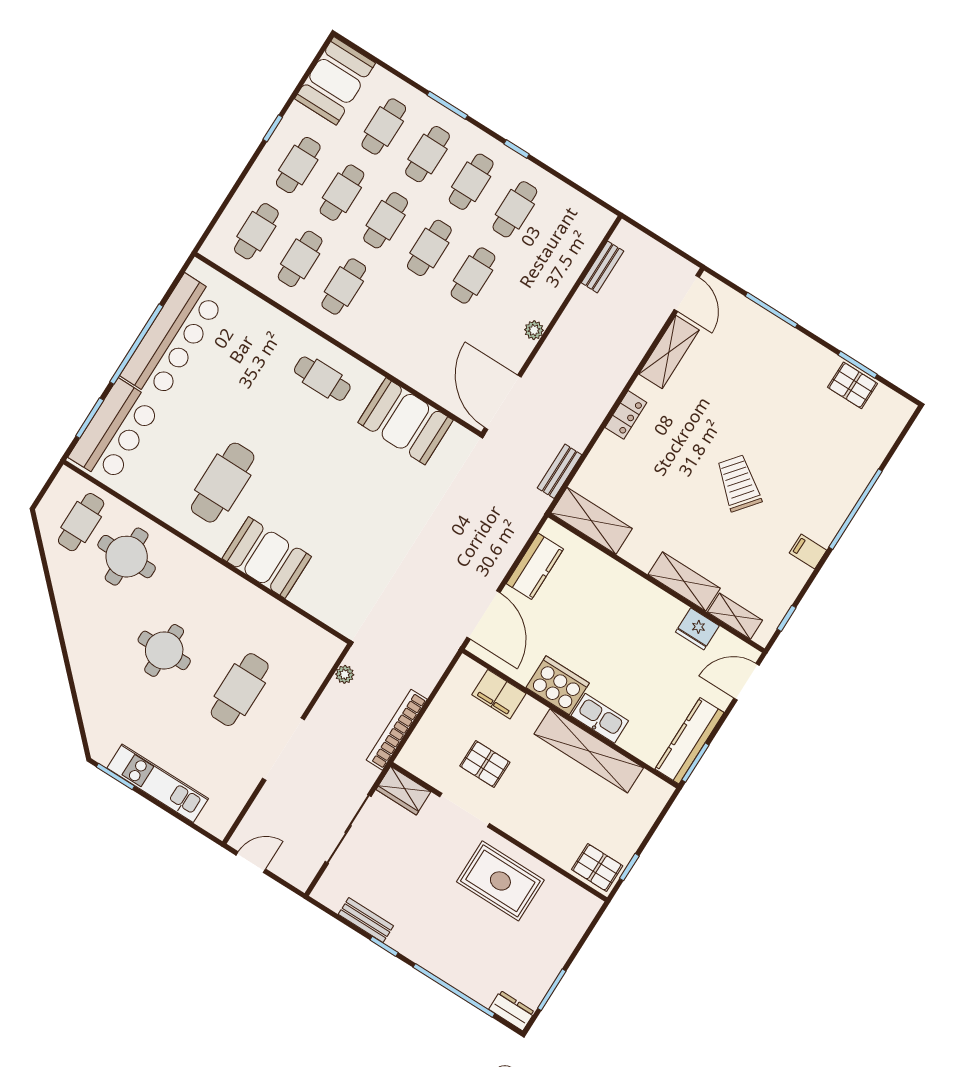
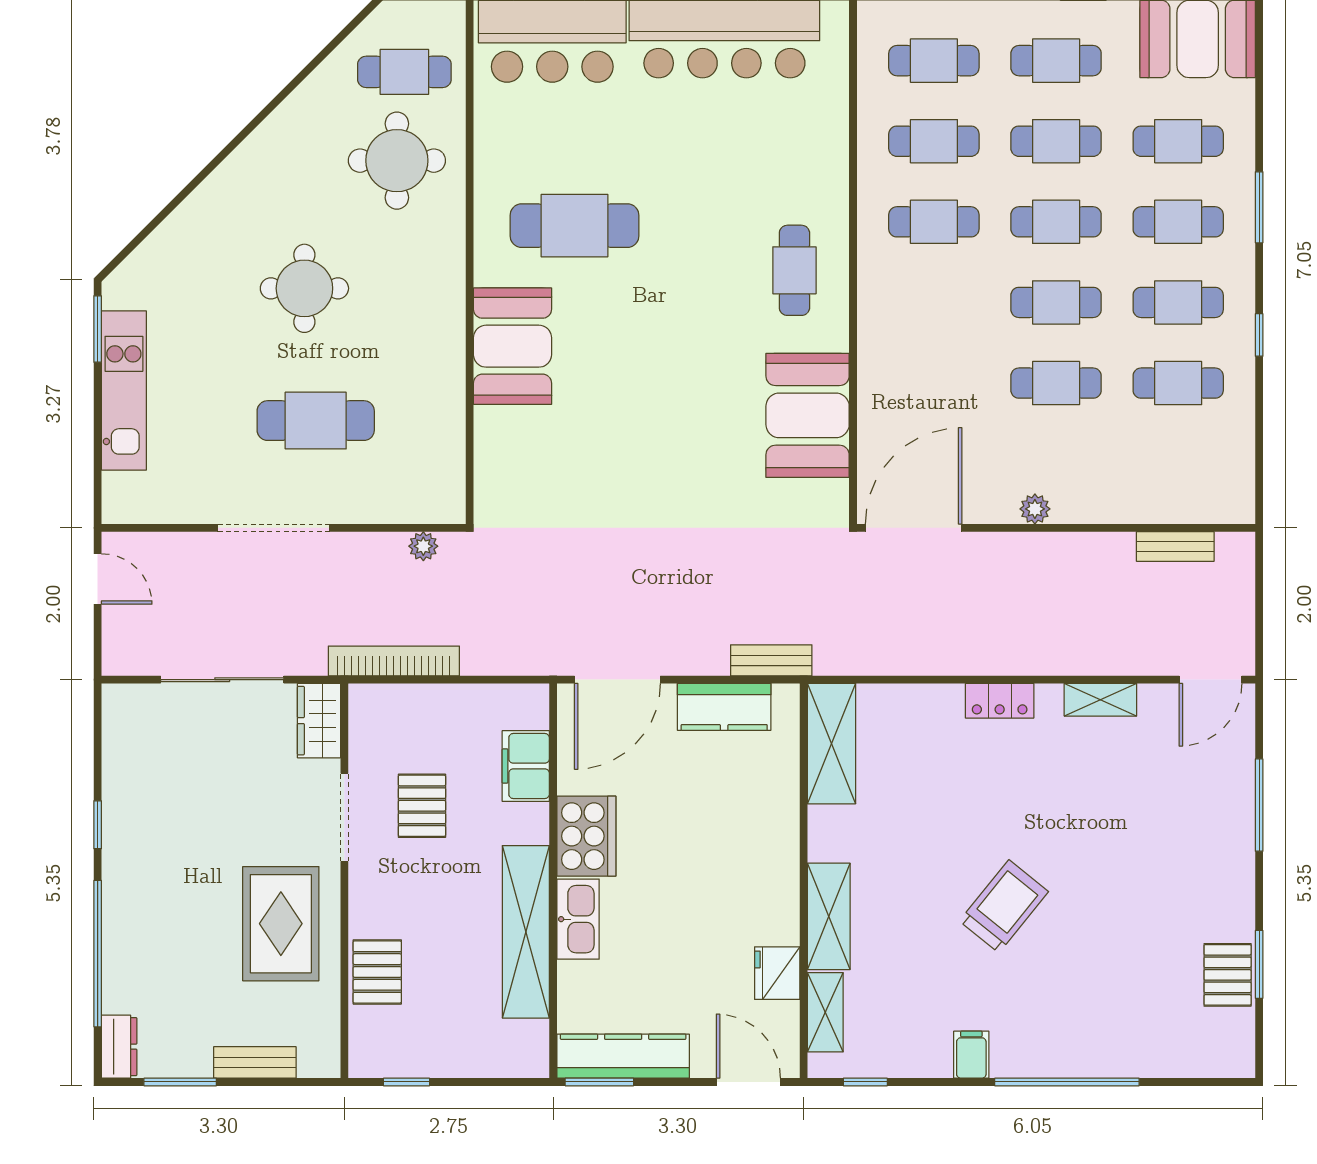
shelving: (669, 352) -> (1100, 700), width x0.67, depth x0.75
bench: (560, 471) -> (771, 660), moved
pallet: (597, 868) -> (377, 972), moved
bench: (366, 920) -> (255, 1062), moved, turned 90

